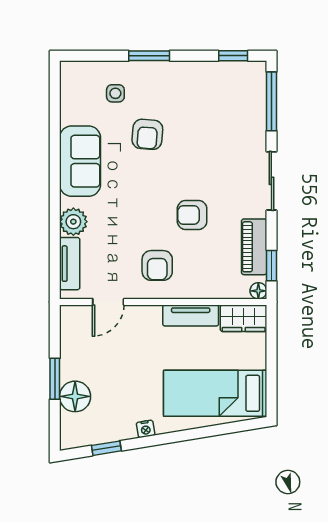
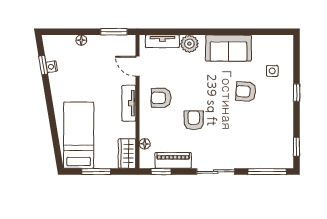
window: (149, 56) -> (297, 93), width x0.67
floor lamp: (258, 291) -> (145, 144), moved
tv unit: (191, 315) -> (129, 103), moved
window: (271, 366) -> (96, 172), added
window: (55, 379) -> (114, 32), moved
floor lamp: (75, 396) -> (81, 40), width x0.53, depth x0.53
nightstand: (146, 429) -> (52, 67), moved

